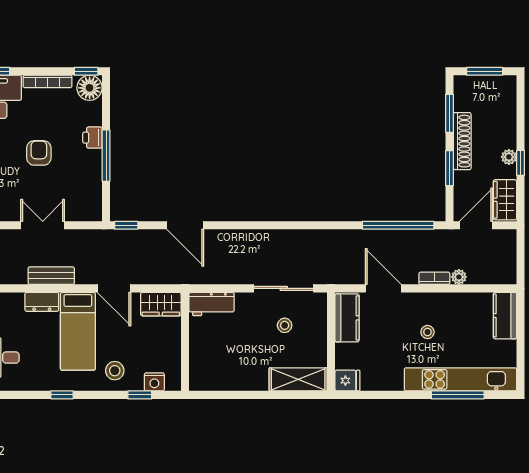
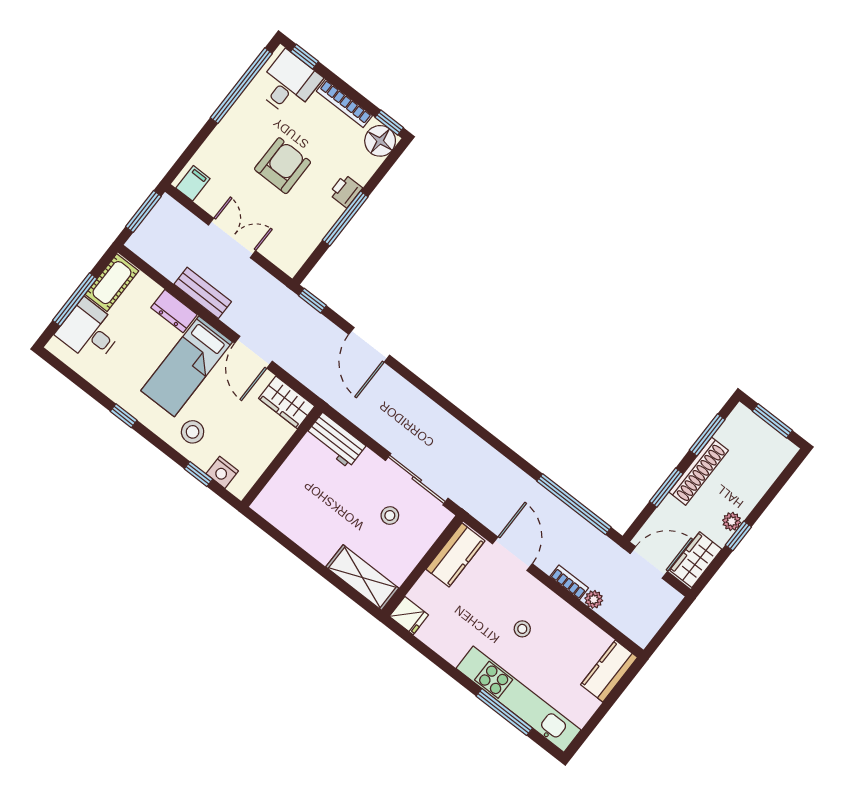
armchair: (39, 153) -> (283, 166), width x1.38, depth x1.38

